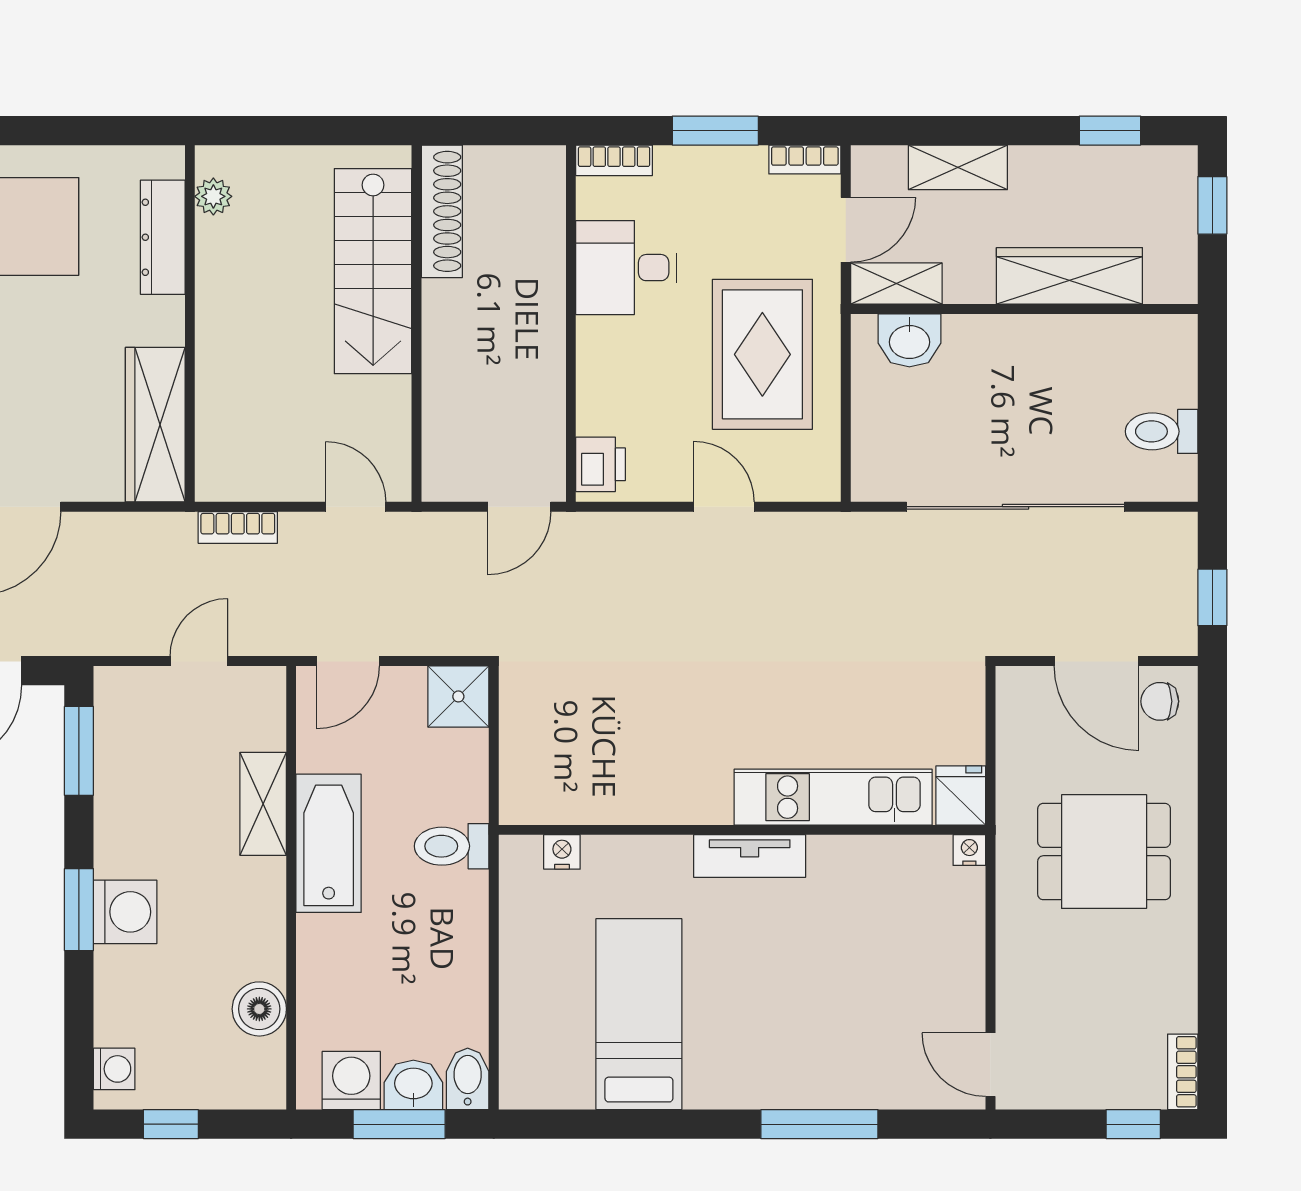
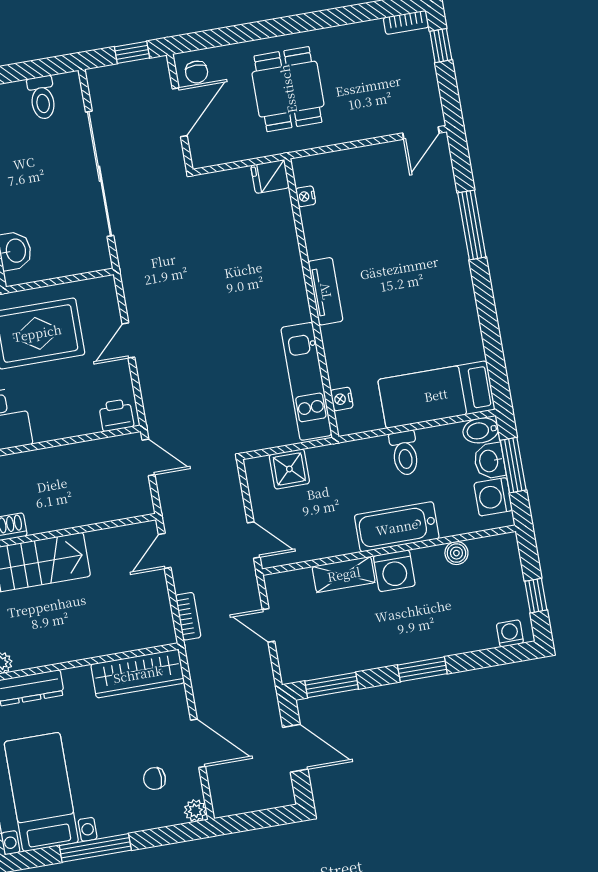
shower: (458, 696) -> (289, 469), moved
kitchen unit: (833, 797) -> (306, 381), moved
bathtub: (329, 843) -> (397, 527), moved
toilet: (452, 846) -> (405, 453), moved
nightstand: (969, 850) -> (306, 196), moved
washing machine: (125, 912) -> (394, 571), moved, turned 180
boiler: (259, 1009) -> (456, 553), width x0.73, depth x0.73
bed: (639, 1014) -> (436, 395), moved

